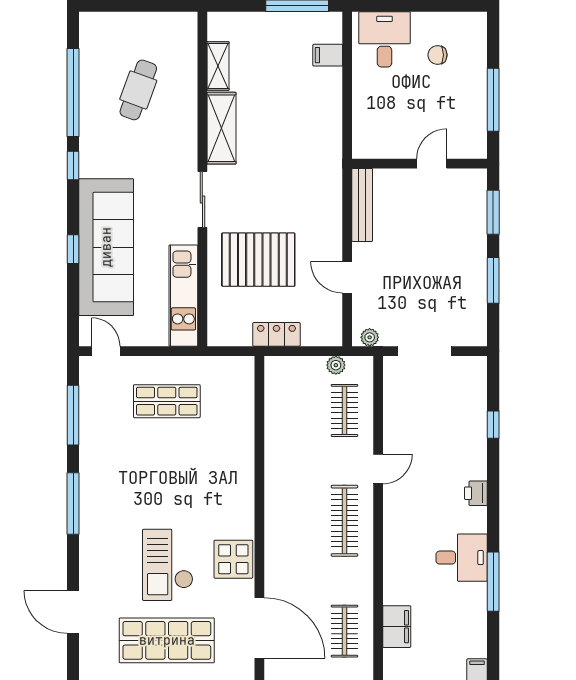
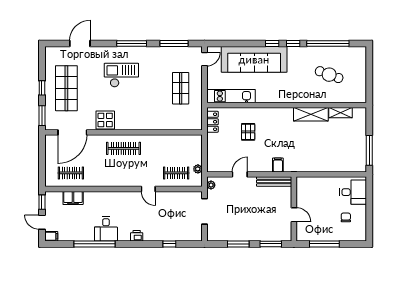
filing cabinet: (328, 55) -> (278, 165), moved
sliding door: (202, 199) -> (277, 105), removed
window: (73, 249) -> (272, 43), moved
pallet: (258, 260) -> (248, 132), width x0.49, depth x0.50
locker: (276, 334) -> (212, 122), moved
clothes rail: (344, 521) -> (123, 148), moved
checkout: (168, 565) -> (121, 75), moved
window: (493, 582) -> (94, 244), width x1.46

